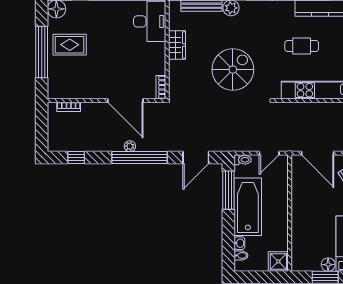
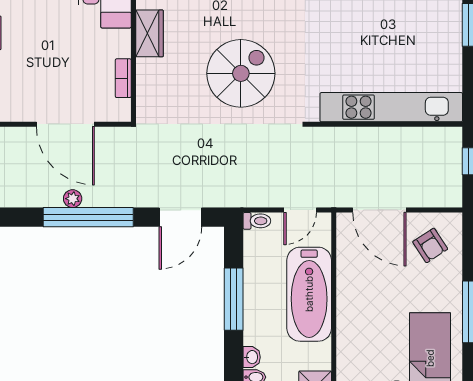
cafe table: (302, 46) -> (353, 35), removed
bookcase: (161, 87) -> (123, 78), moved
window: (228, 190) -> (234, 299), moved
bathtub: (248, 207) -> (309, 294), moved, turned 180

